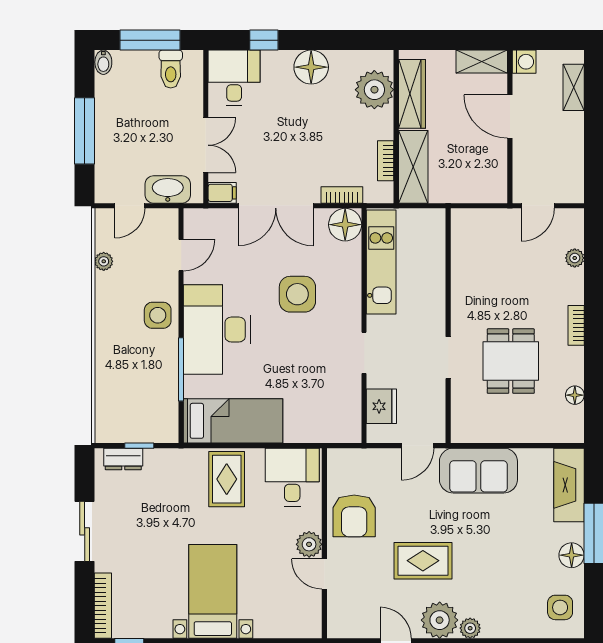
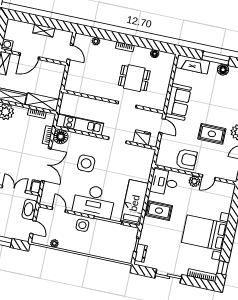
shelving: (574, 87) -> (44, 31), moved
rug: (423, 561) -> (212, 134), turned 90
bed with nightstands: (213, 591) -> (205, 233), width x1.36

